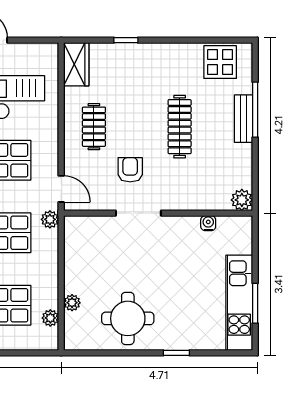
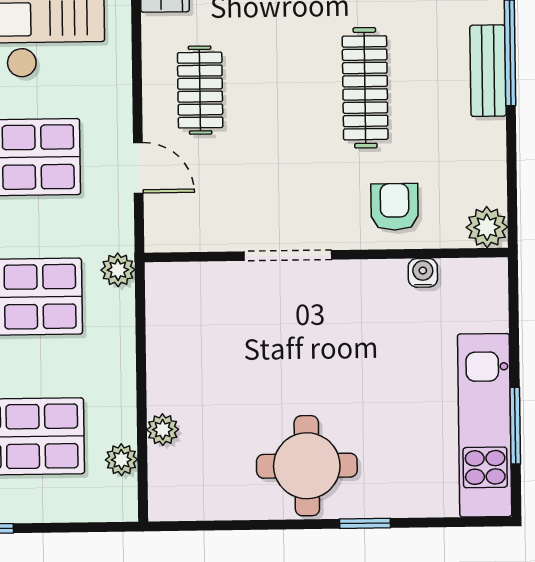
armchair: (130, 170) -> (394, 207), moved
door: (61, 189) -> (138, 168), moved
round table: (128, 318) -> (307, 466), moved

